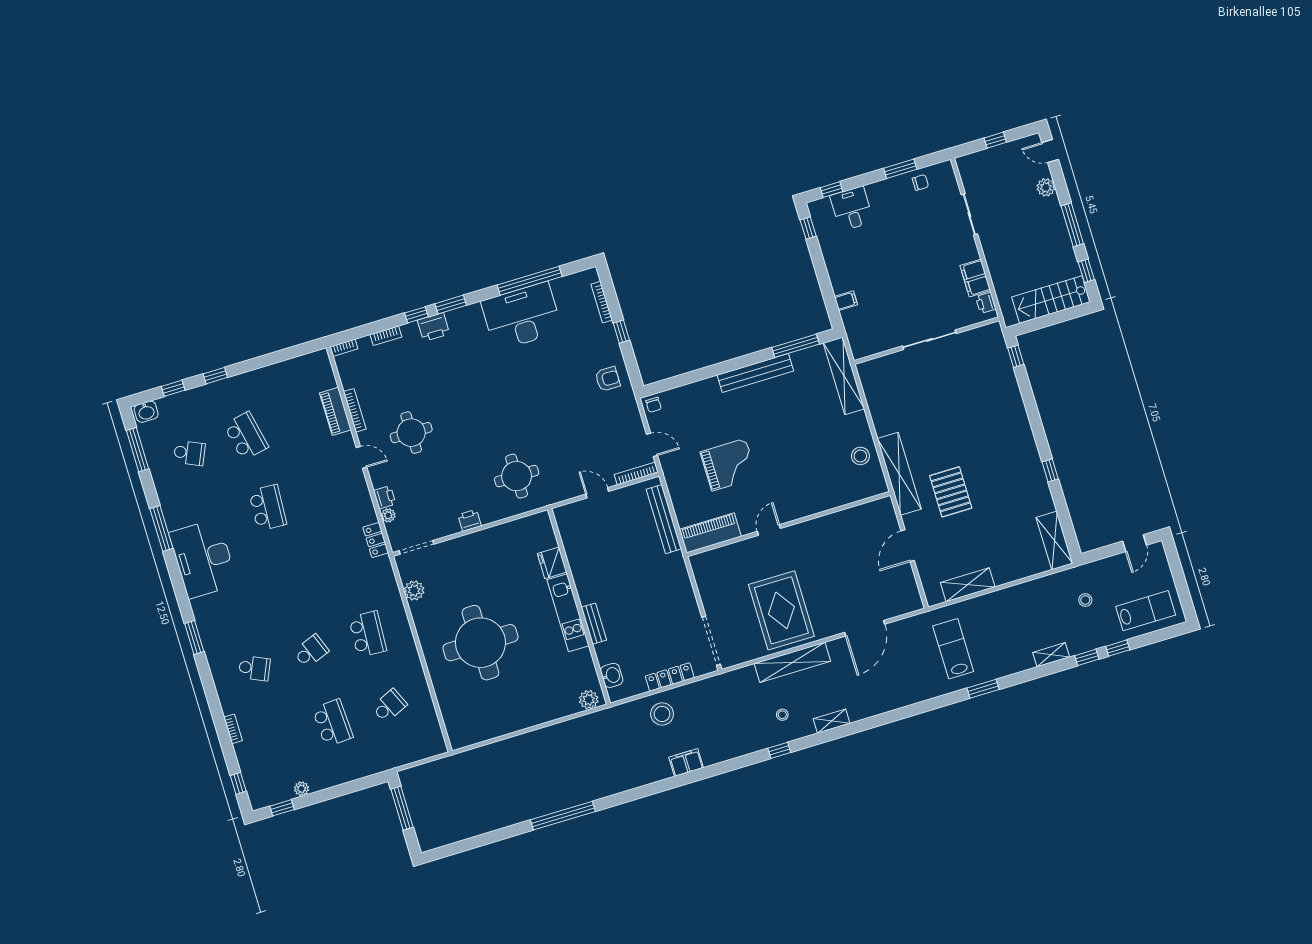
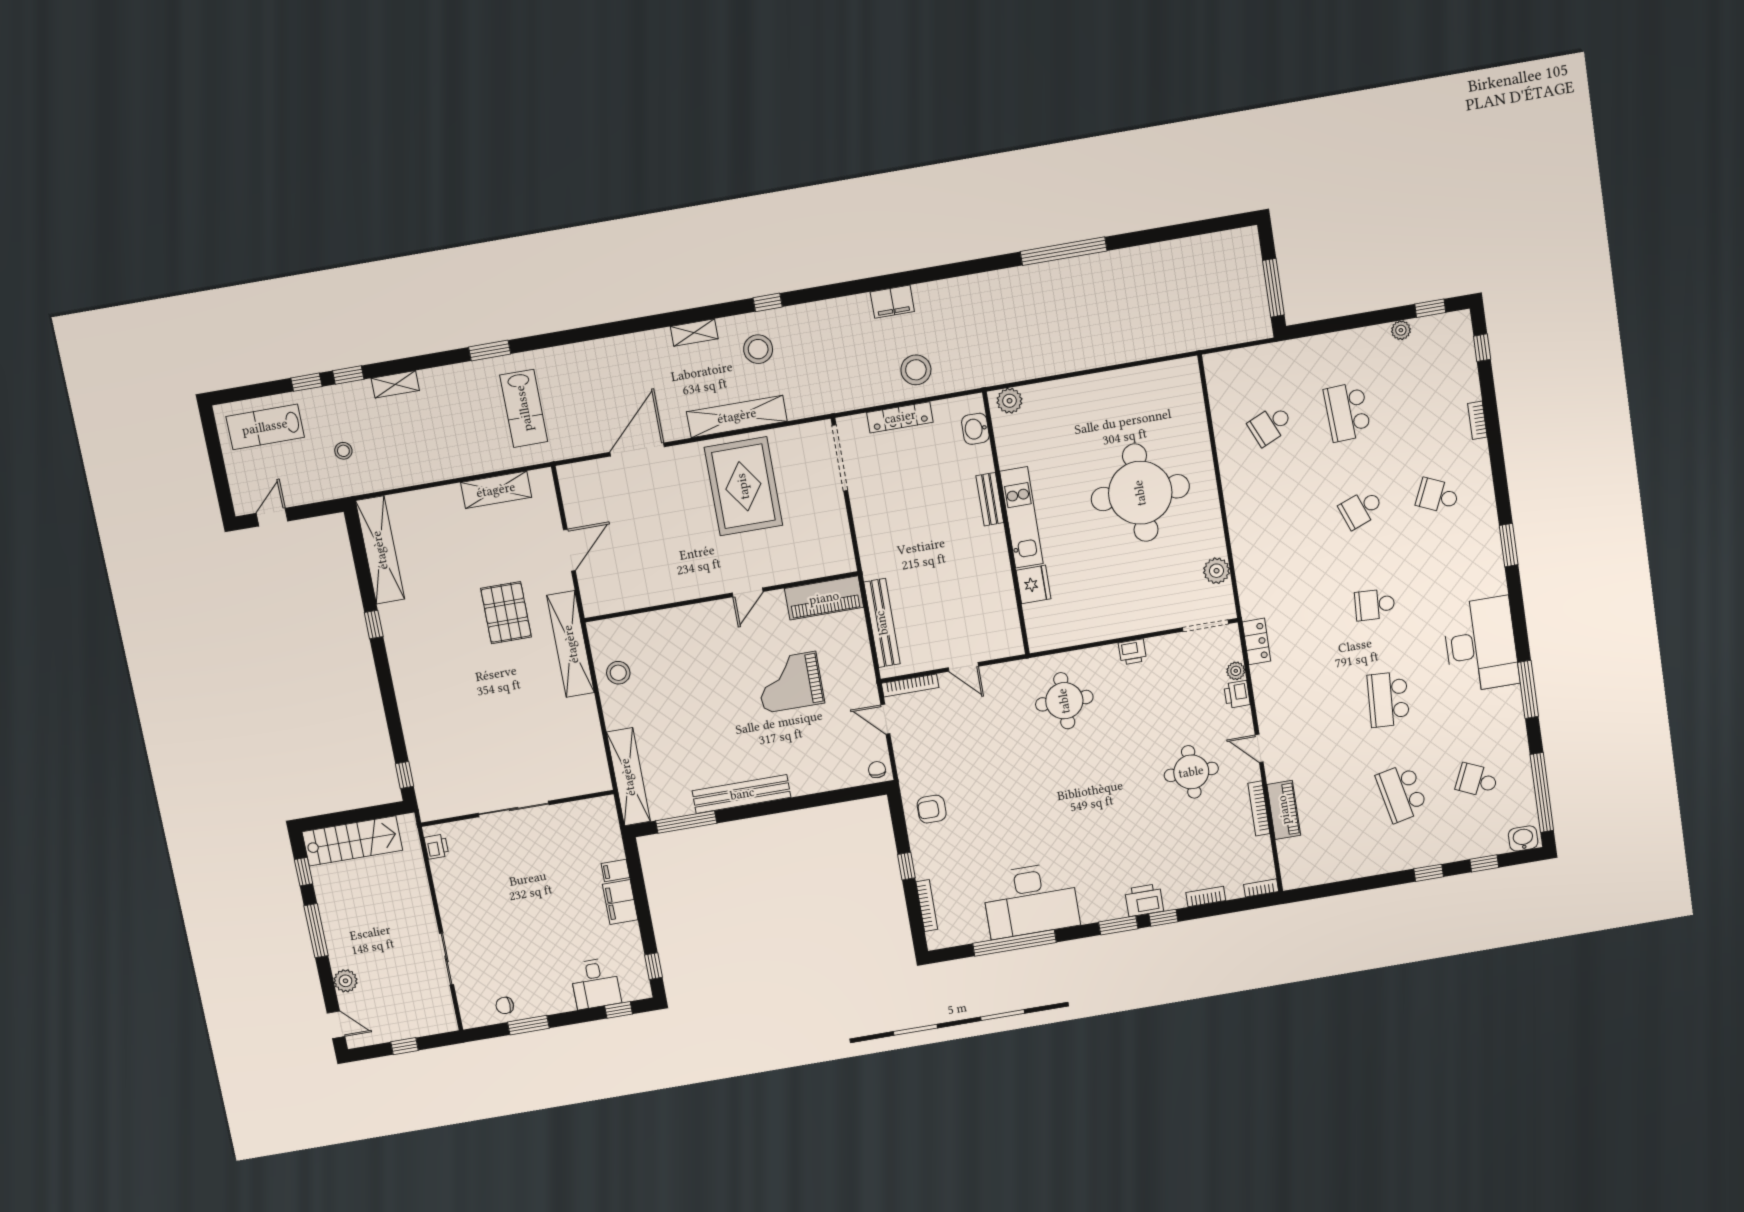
filing cabinet: (975, 278) -> (620, 902), moved, turned 180
window: (137, 450) -> (1542, 792), width x1.46
shelving: (1054, 540) -> (380, 550), width x1.47
school desk: (368, 634) -> (1375, 605), moved, width x0.54
stool: (782, 715) -> (758, 349), width x1.89, depth x1.89

